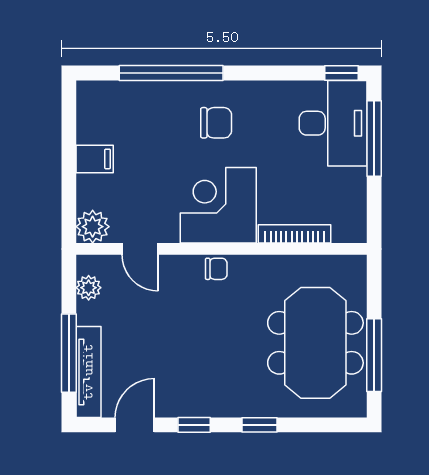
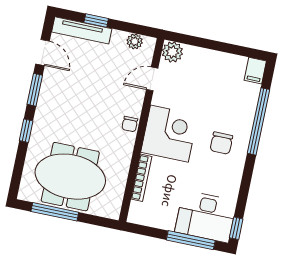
filing cabinet: (95, 159) -> (255, 71), moved
window: (69, 353) -> (96, 21), width x0.46
window: (194, 425) -> (35, 90), width x1.50

